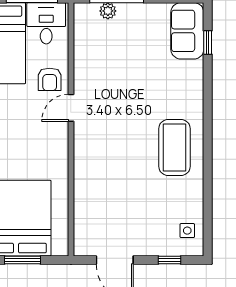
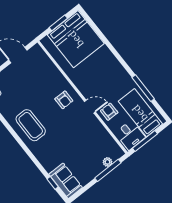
door: (71, 108) -> (90, 107), hinge flipped
armchair: (100, 146) -> (64, 100), added

